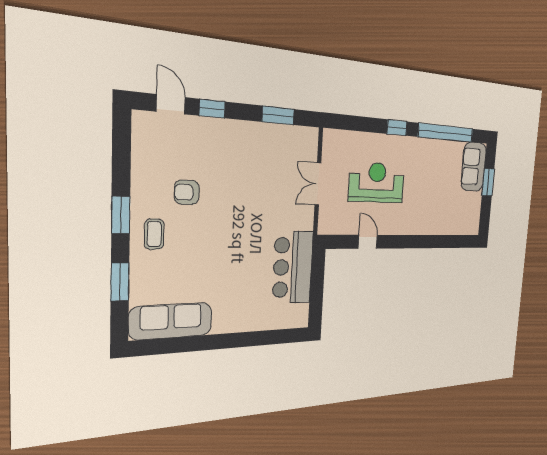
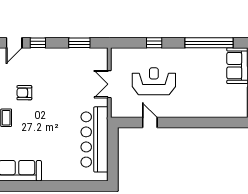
door: (171, 104) -> (14, 43), swing flipped
window: (397, 128) -> (154, 43), moved
bar counter: (293, 267) -> (94, 139), width x1.36

